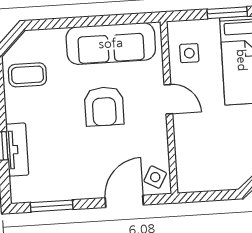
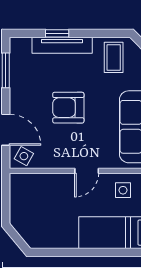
armchair: (104, 106) -> (68, 108), moved
tv unit: (17, 150) -> (62, 45), width x1.41

